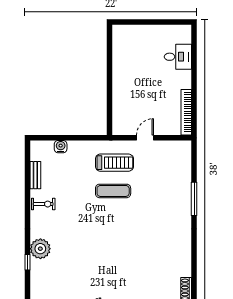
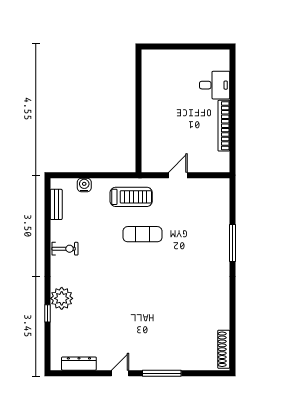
bookcase: (186, 112) -> (224, 126), moved
treadmill: (114, 163) -> (131, 197), moved
bench: (35, 175) -> (56, 204), moved

